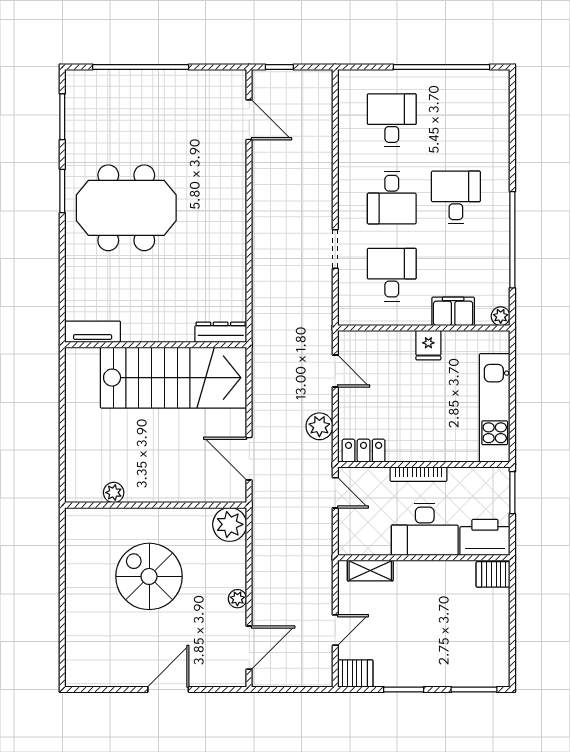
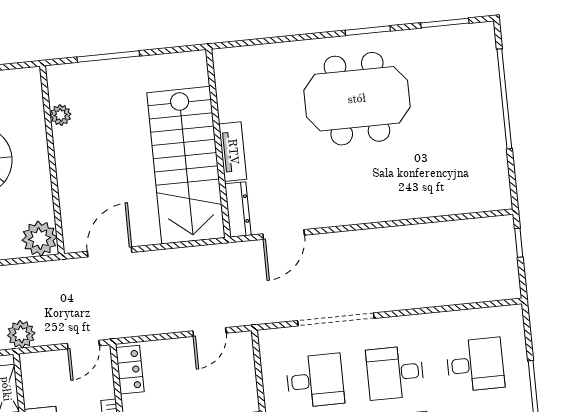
door: (249, 120) -> (284, 234), moved
meeting table: (126, 208) -> (357, 99), turned 90
doorway: (335, 249) -> (336, 319), width x1.88
tv unit: (93, 332) -> (233, 152), moved
plant: (319, 426) -> (21, 334), moved
window: (62, 441) -> (108, 57), added

